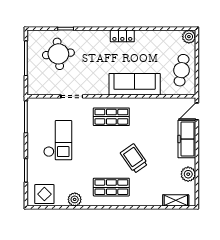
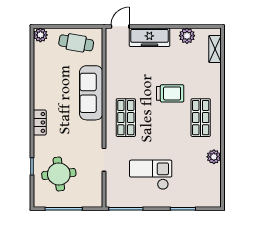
locker: (122, 36) -> (40, 122), moved
door: (197, 111) -> (120, 26), swing flipped
trolley: (134, 158) -> (170, 93), turned -145
display table: (44, 194) -> (208, 189), removed

